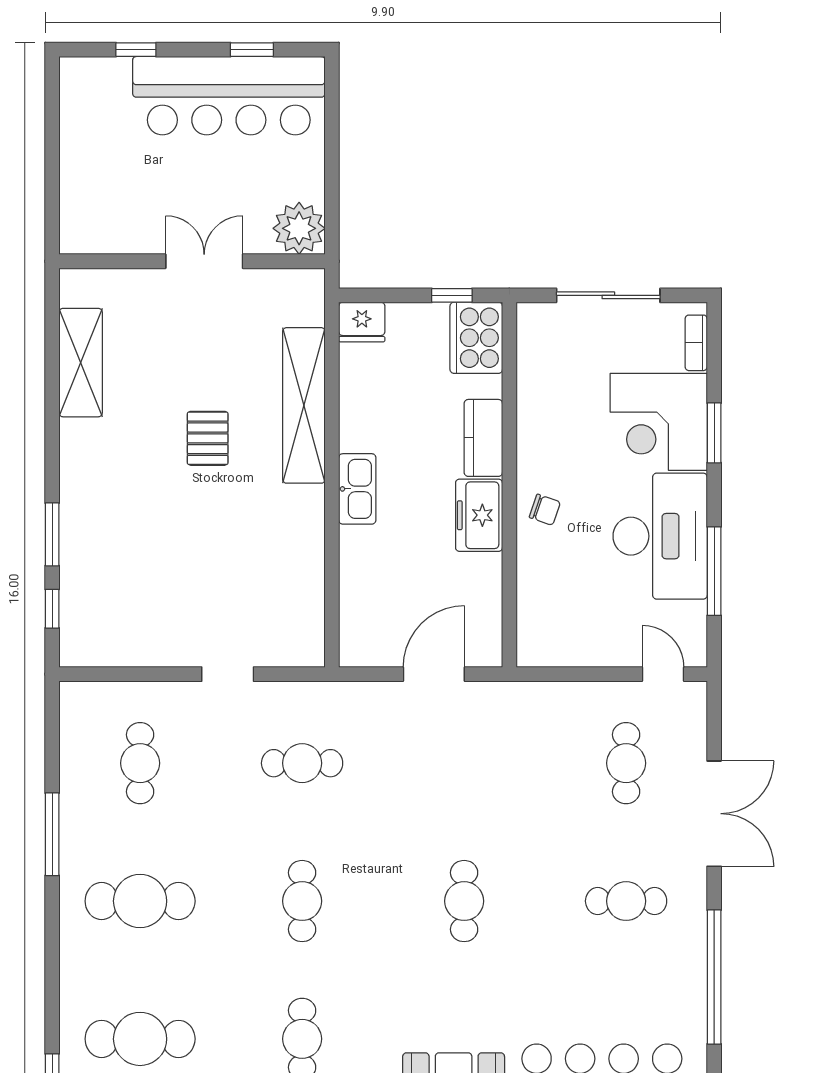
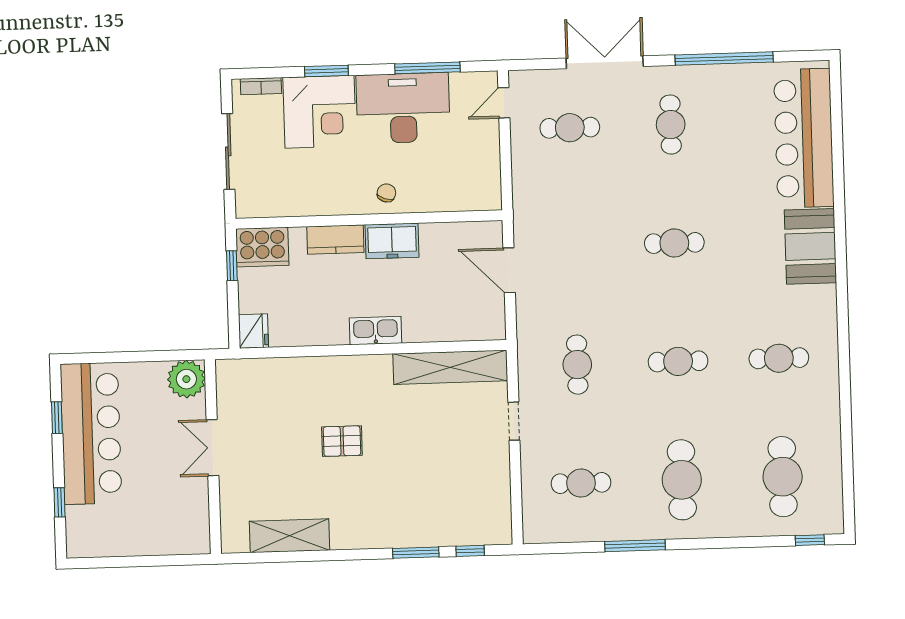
shelving: (304, 405) -> (450, 367), moved

